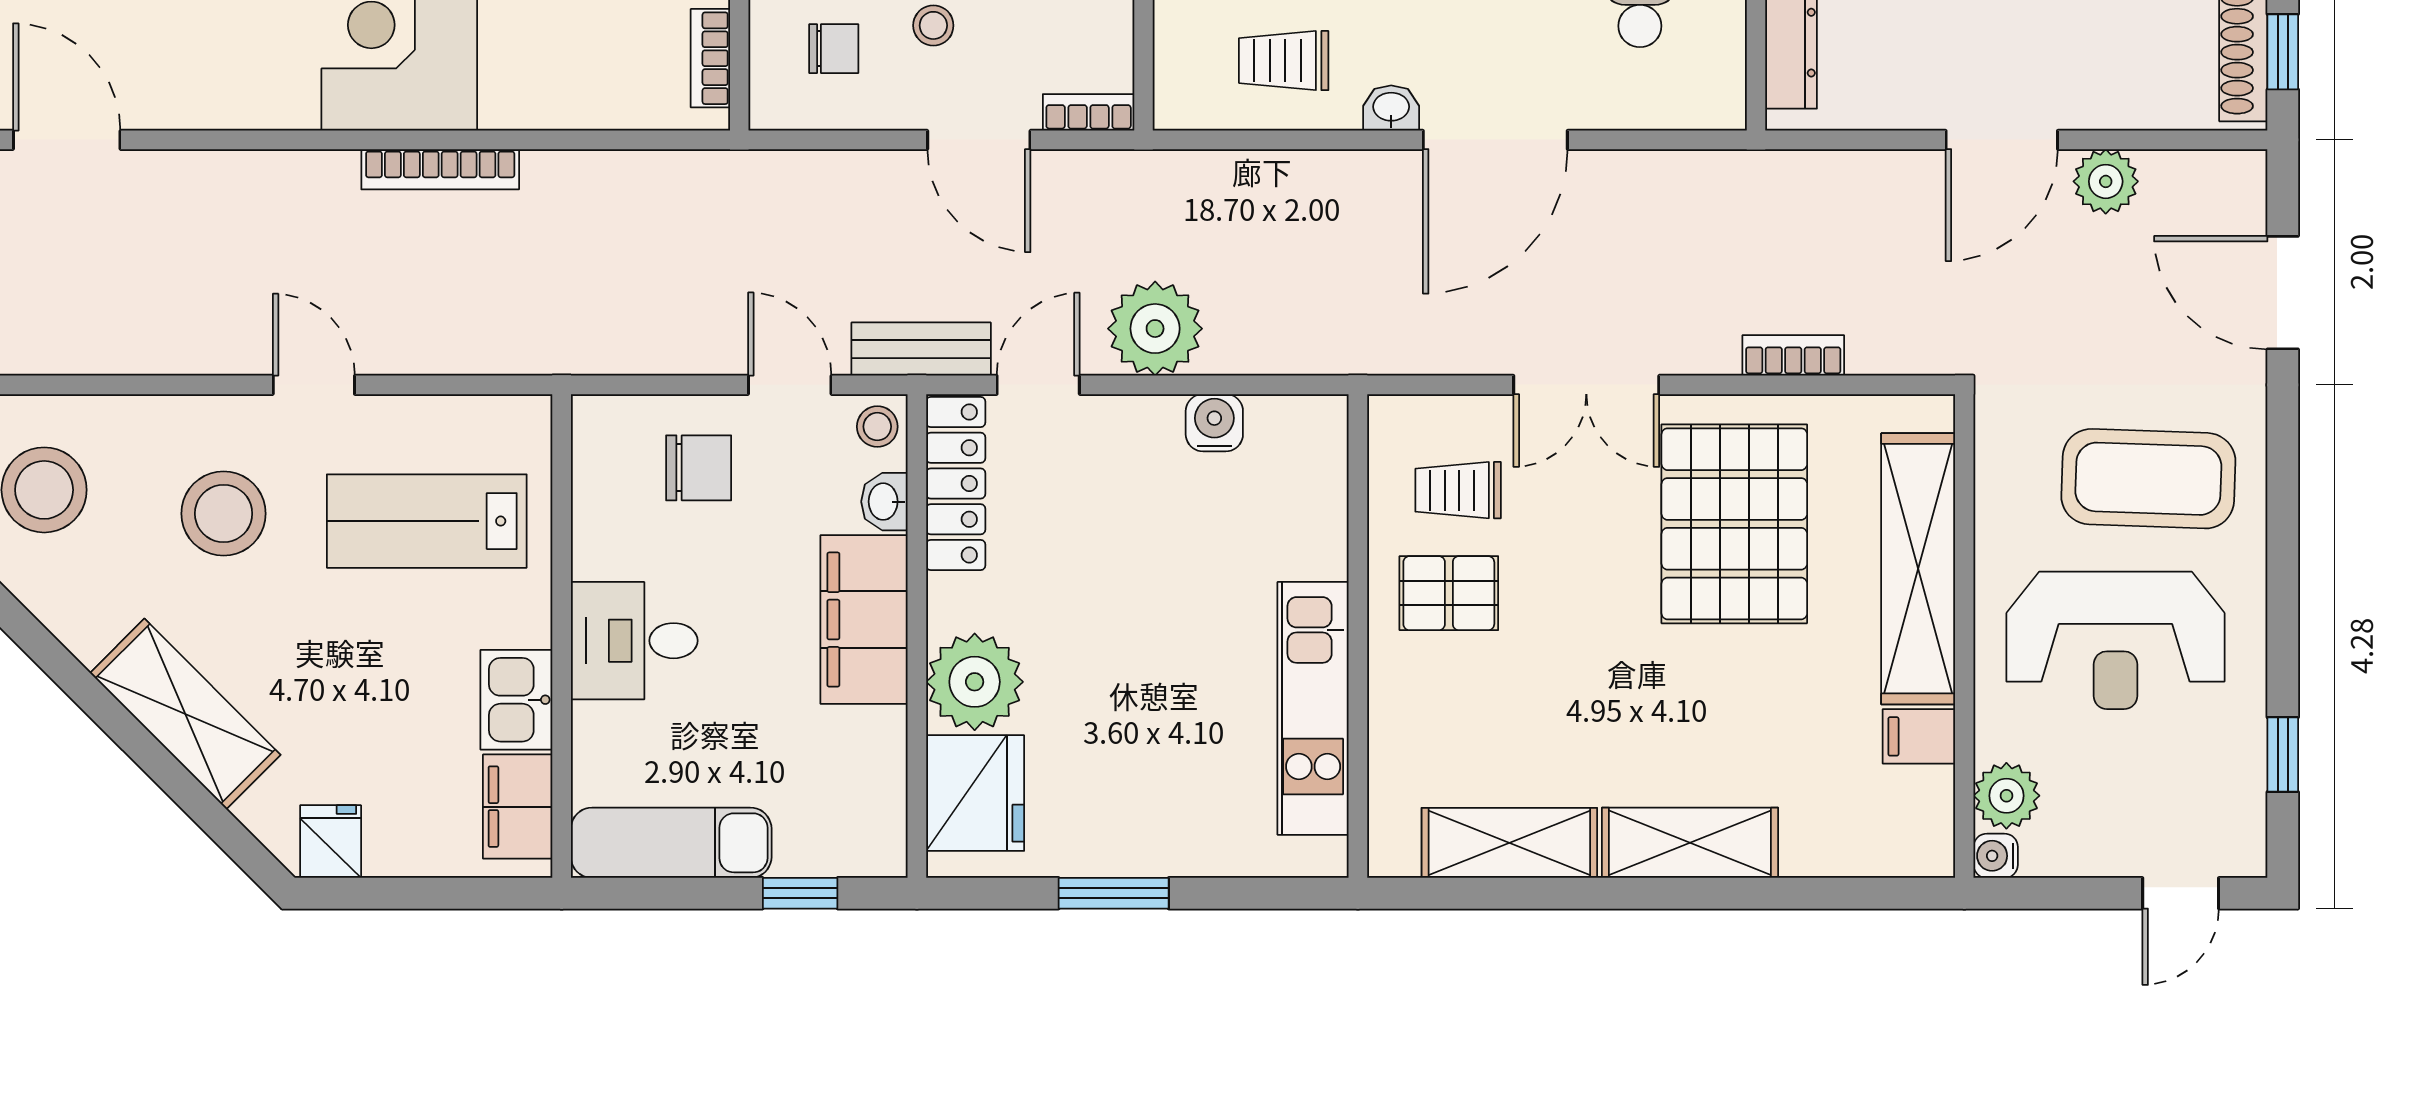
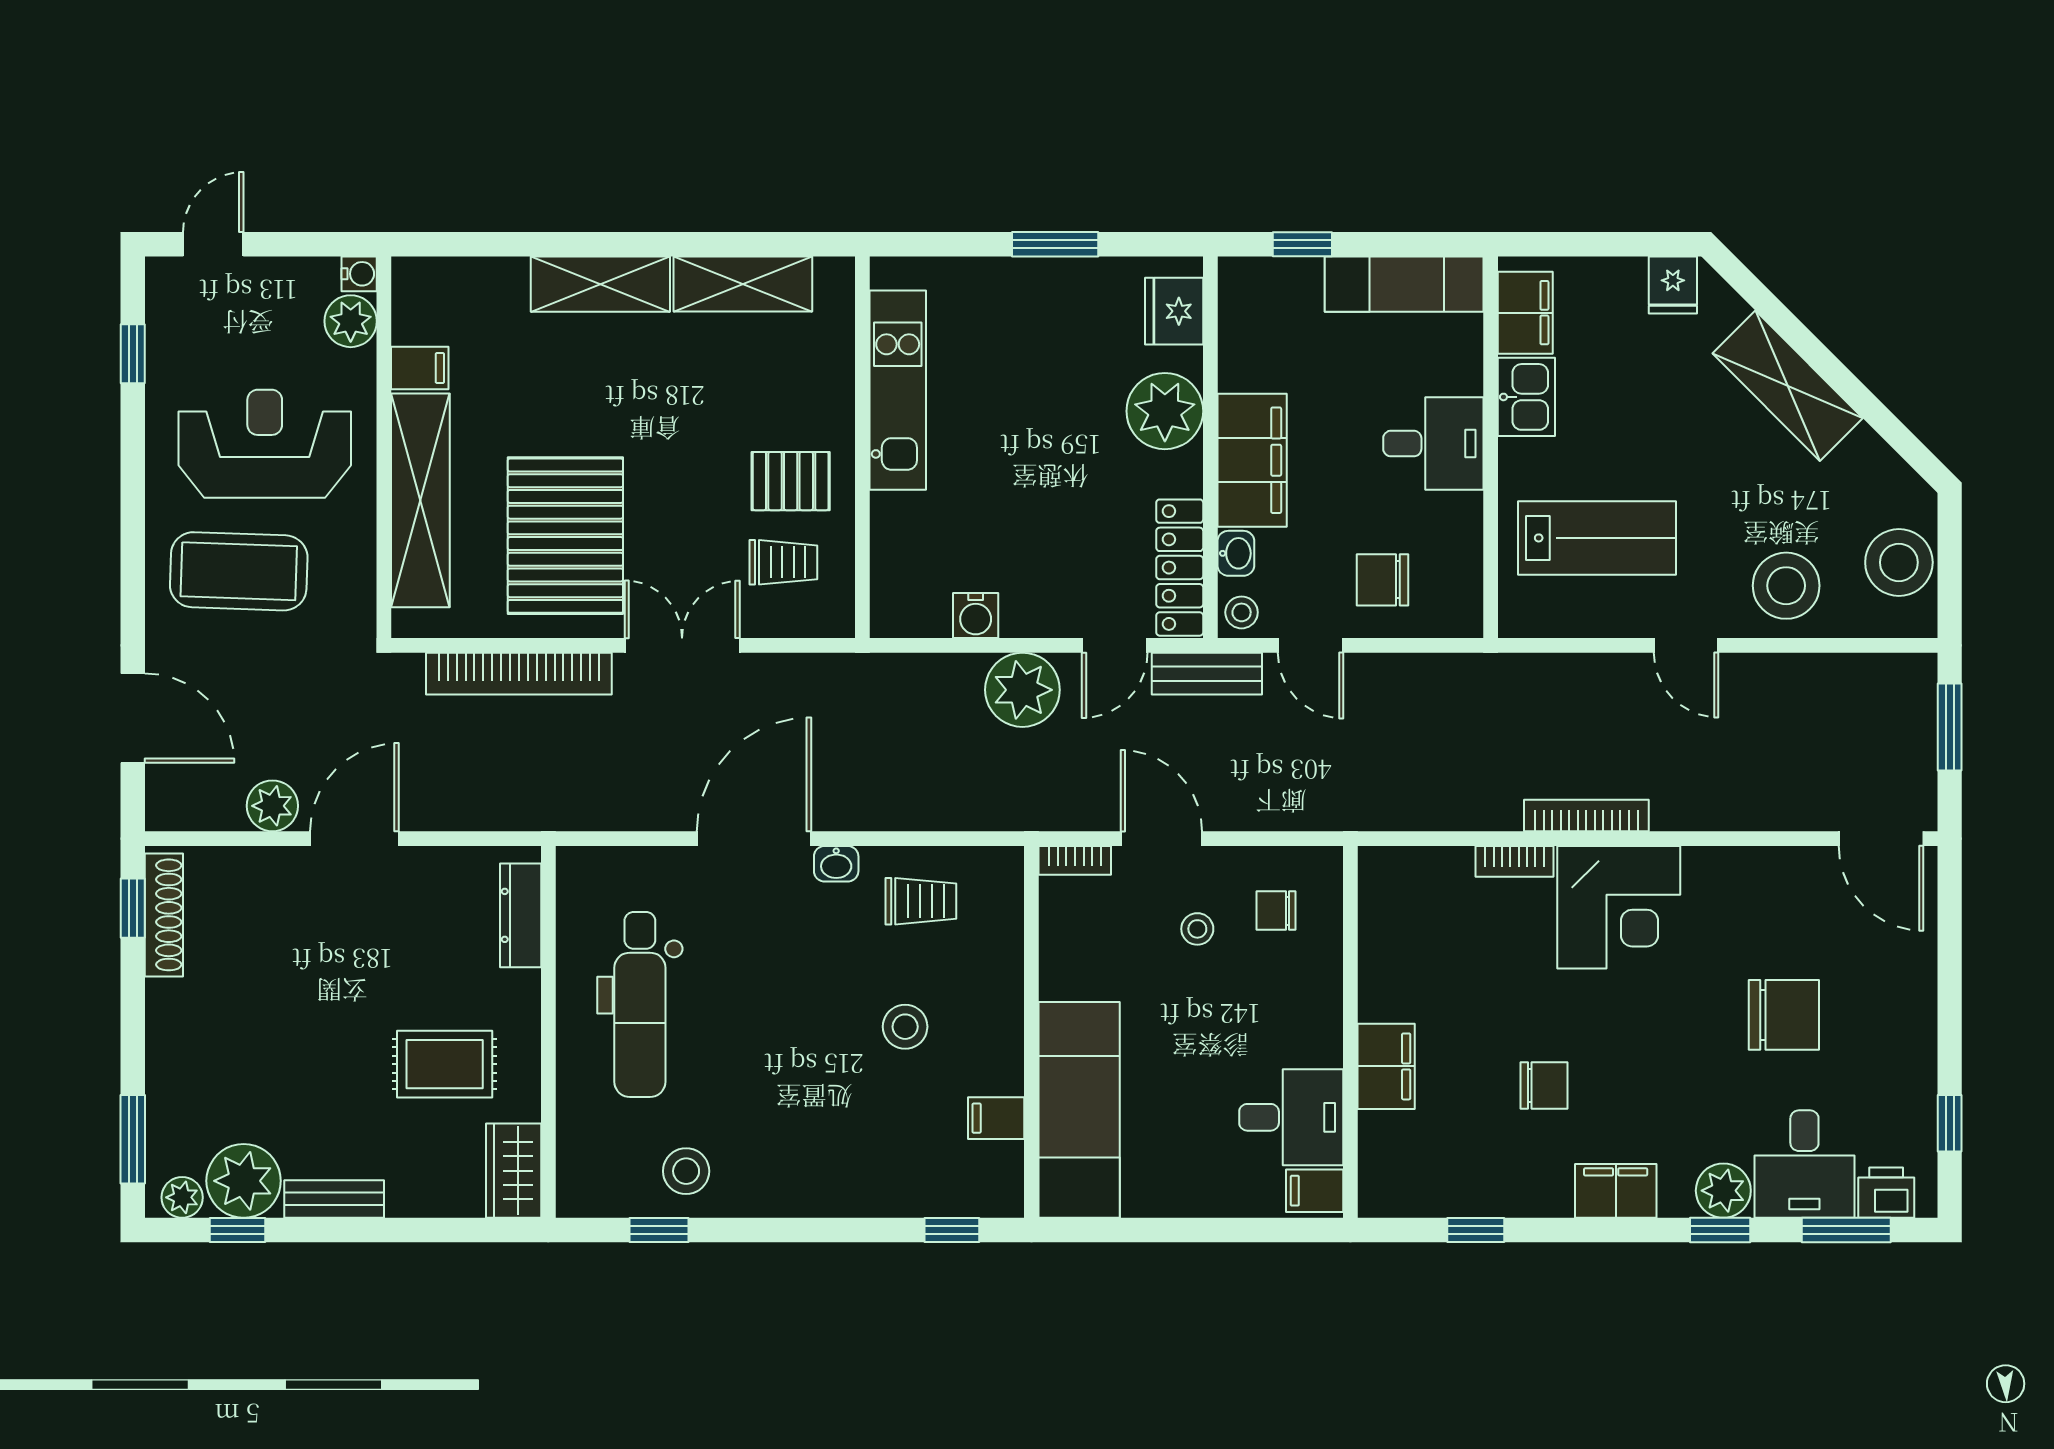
bookcase: (710, 58) -> (1515, 861), moved, turned 90
bookcase: (1793, 355) -> (519, 674), width x2.31, depth x1.31
stool: (224, 514) -> (1786, 586), moved
fridge: (975, 793) -> (1174, 311), width x0.73, depth x0.75

